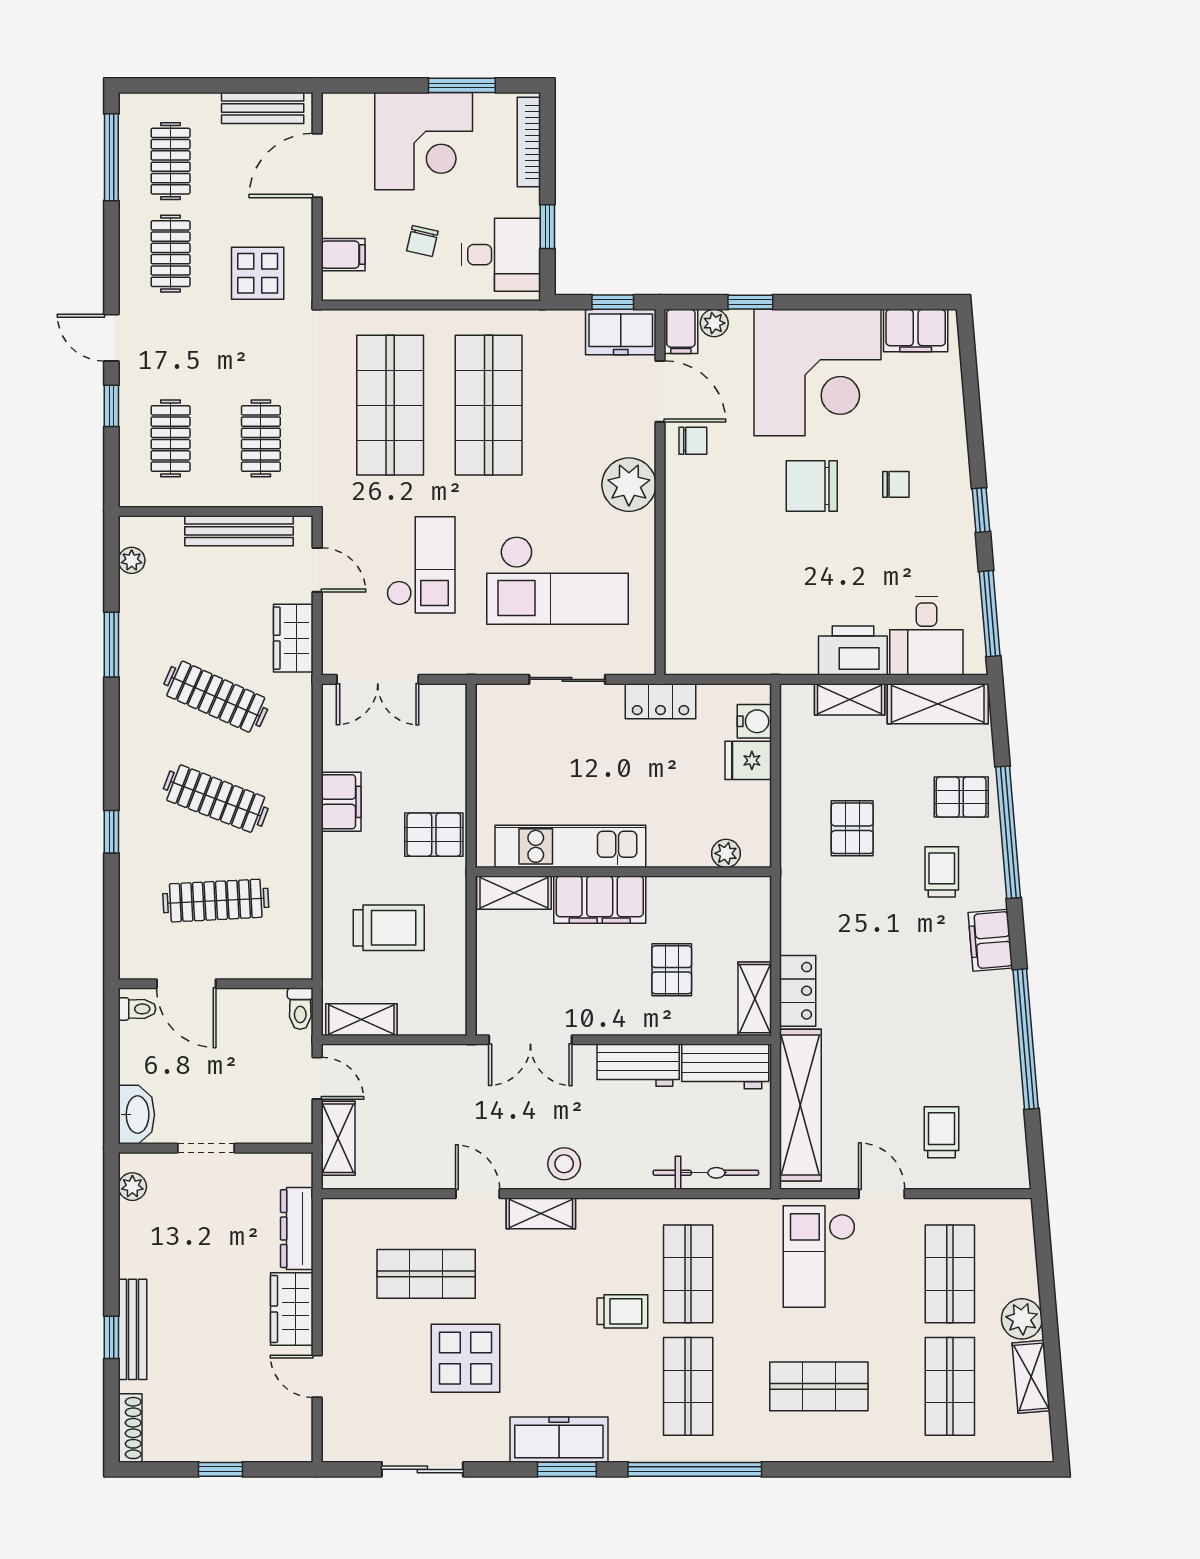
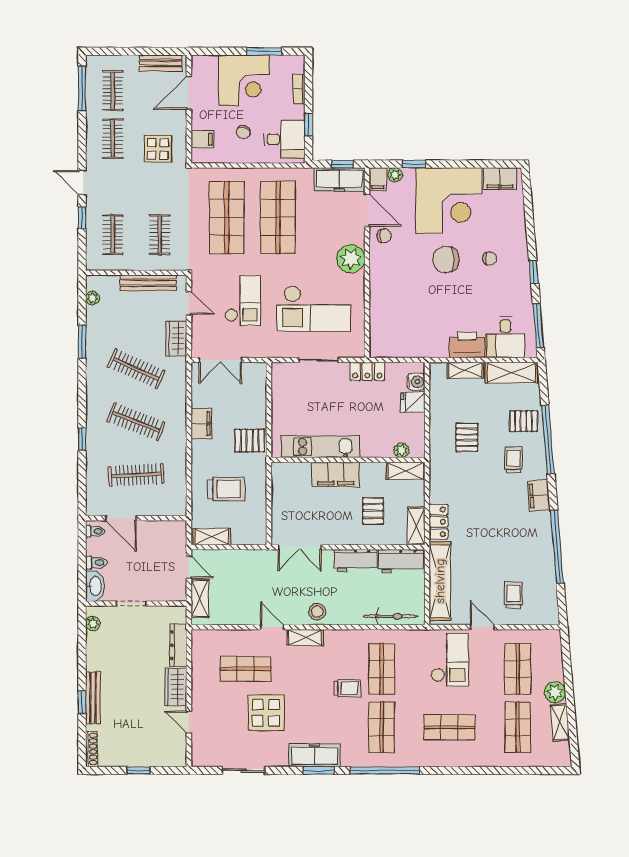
bookcase: (529, 142) -> (299, 89), width x0.64
freezer: (621, 332) -> (339, 179), width x1.40
shelving: (514, 893) -> (406, 471), moved
toilet: (300, 1009) -> (96, 563), moved, turned -90
checkout: (819, 1256) -> (450, 660), turned 180

